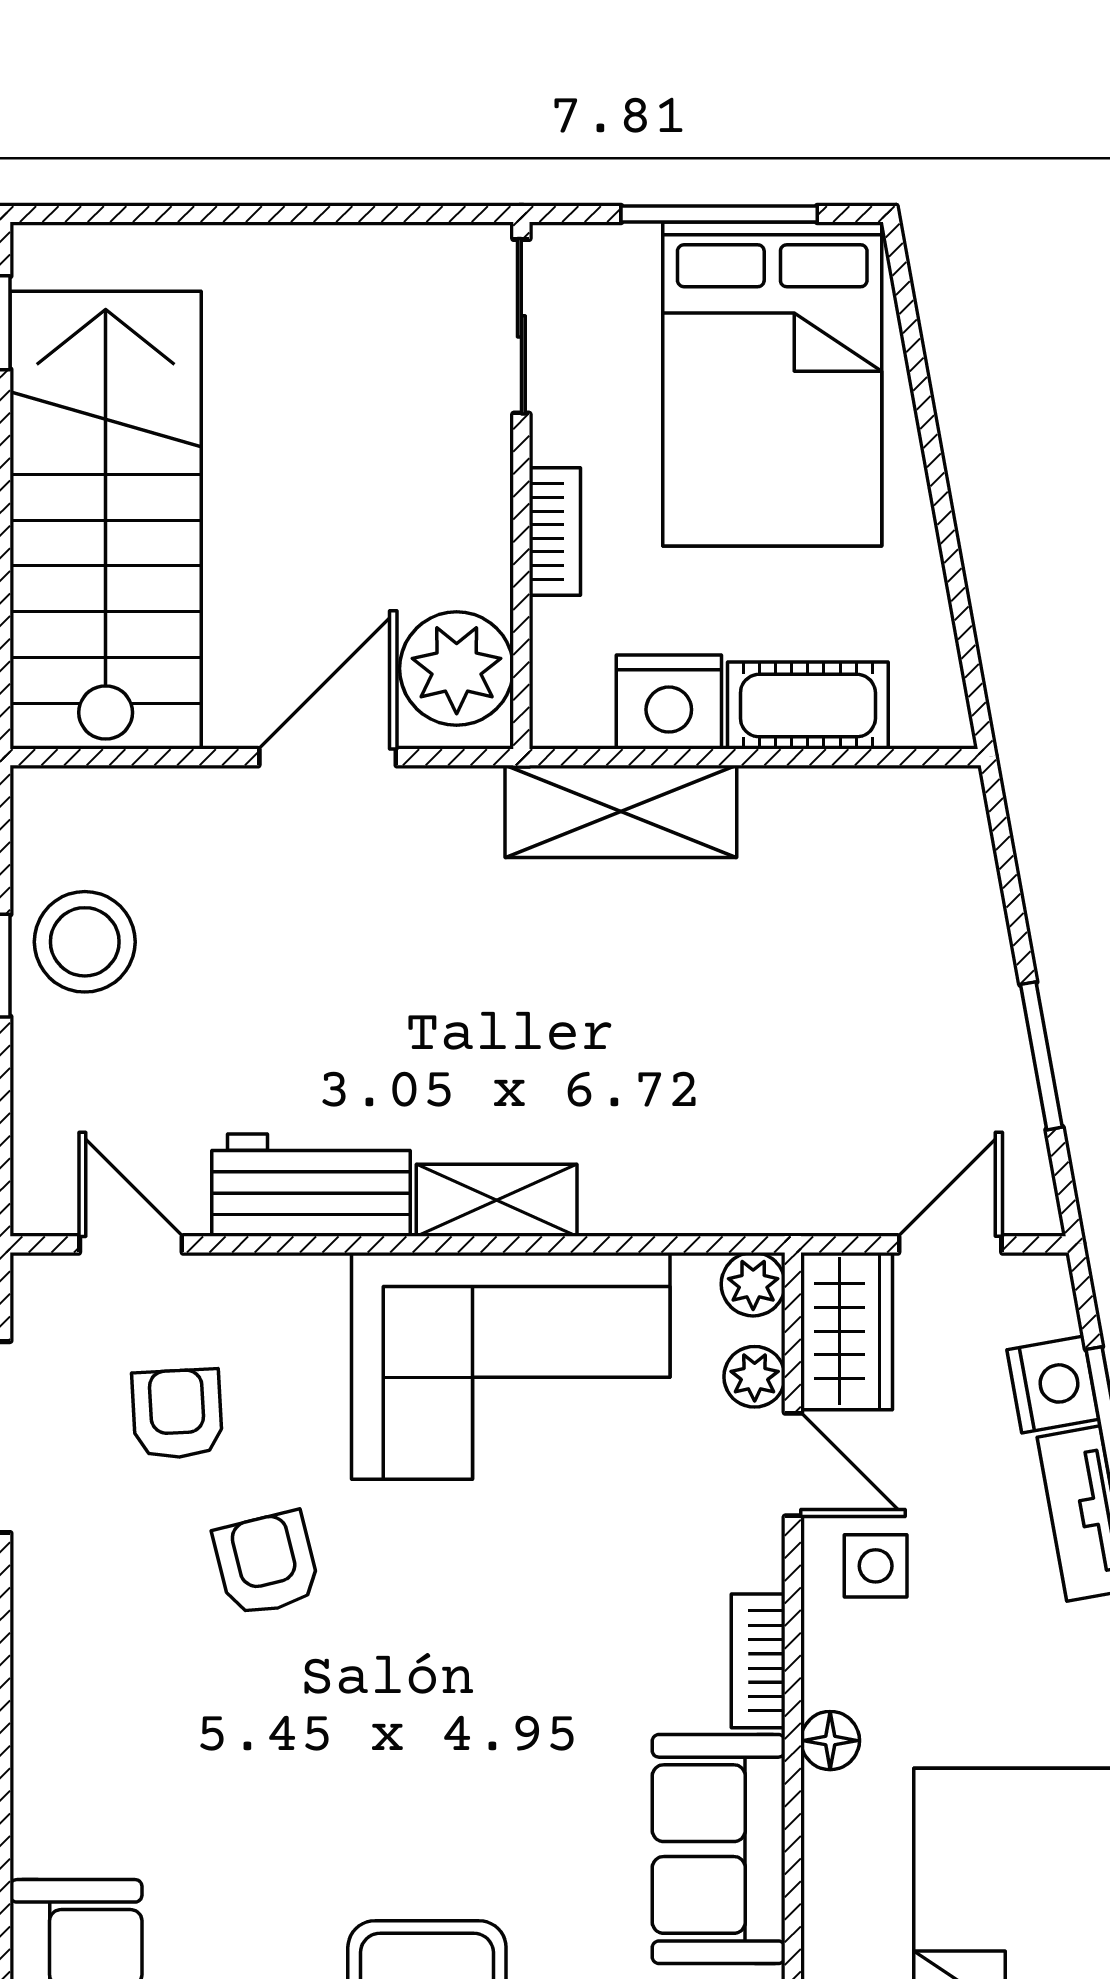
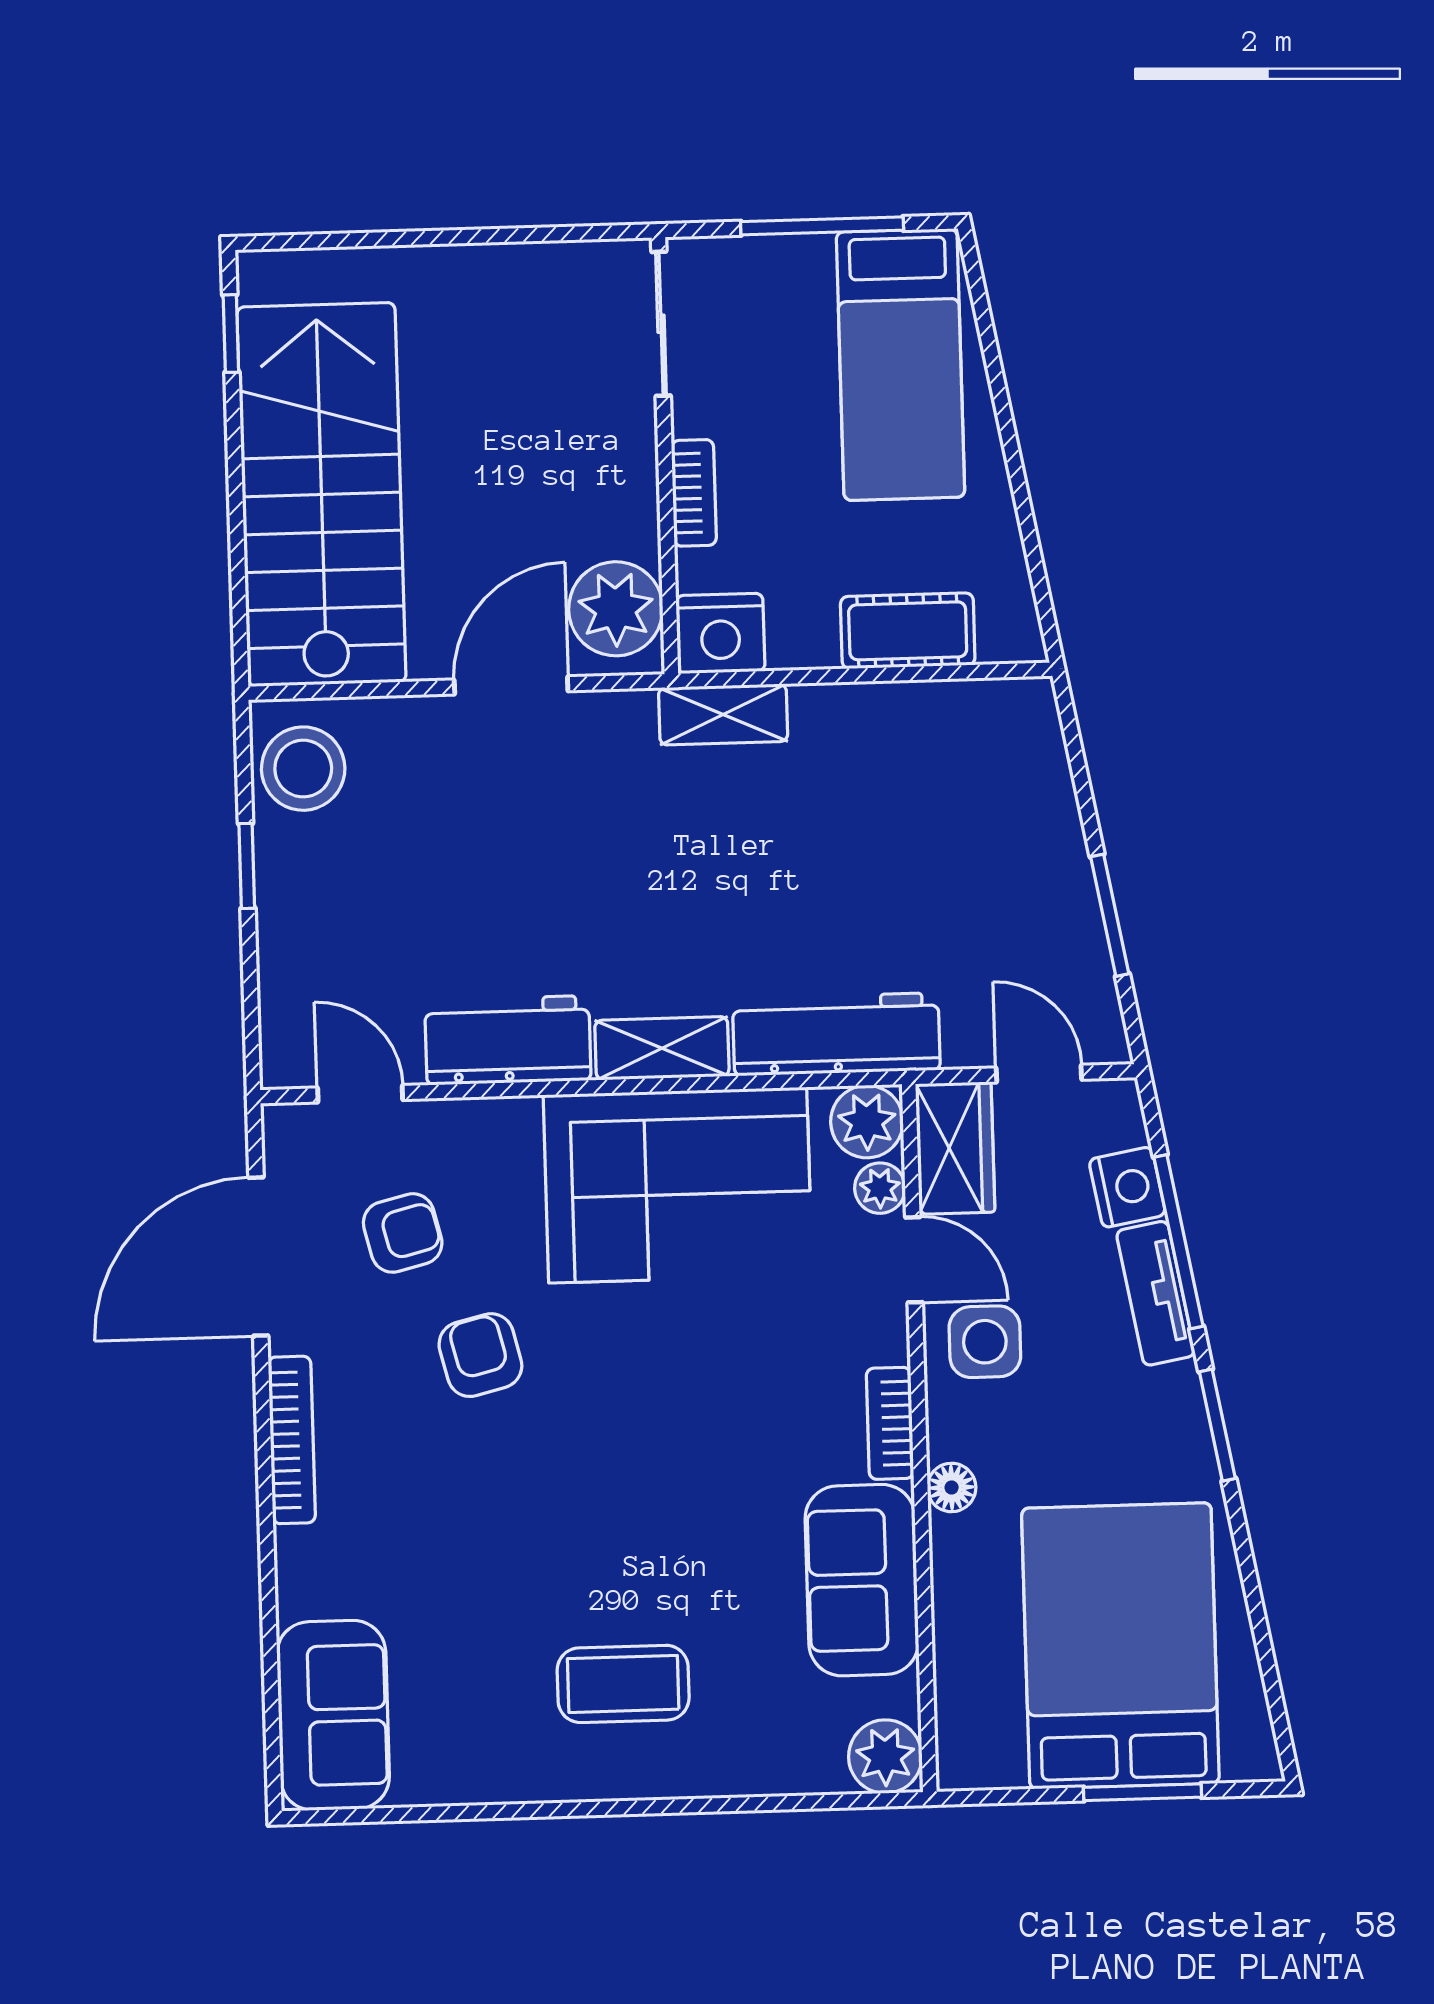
bed: (772, 384) -> (900, 365), width x0.67
nightstand: (669, 702) -> (720, 633), moved
shelving: (621, 811) -> (723, 714), width x0.67, depth x0.75
stool: (85, 942) -> (303, 769), moved
workbench: (707, 1190) -> (836, 1034), added
door: (950, 1244) -> (1039, 1074), hinge flipped
plant: (753, 1284) -> (867, 1122), width x1.38, depth x1.38
armchair: (177, 1414) -> (403, 1233), turned 79
side table: (876, 1566) -> (985, 1342), width x1.37, depth x1.37
bookcase: (36, 1660) -> (292, 1440), added

